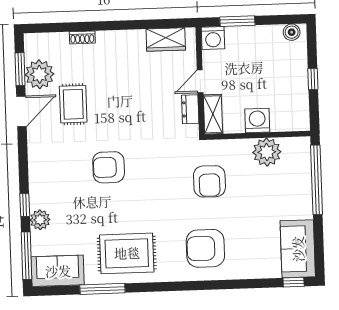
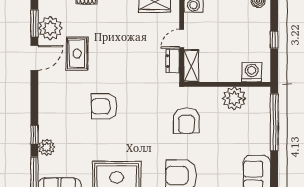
washing machine: (257, 121) -> (252, 72), moved

